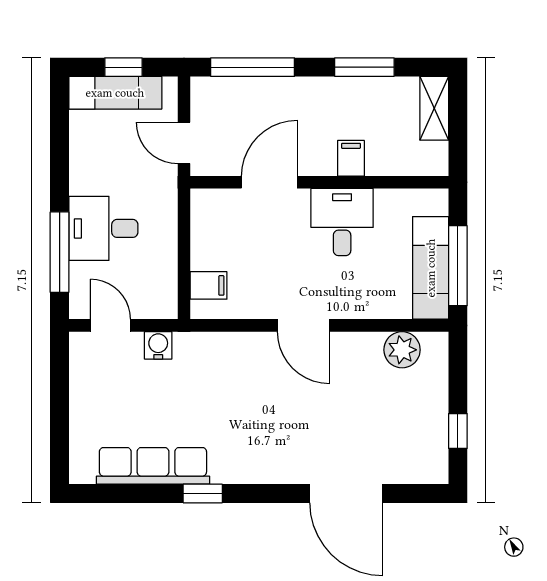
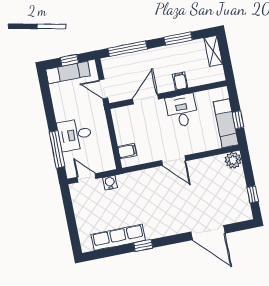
window: (458, 266) -> (238, 120), width x0.46
plant: (402, 350) -> (233, 160), moved

